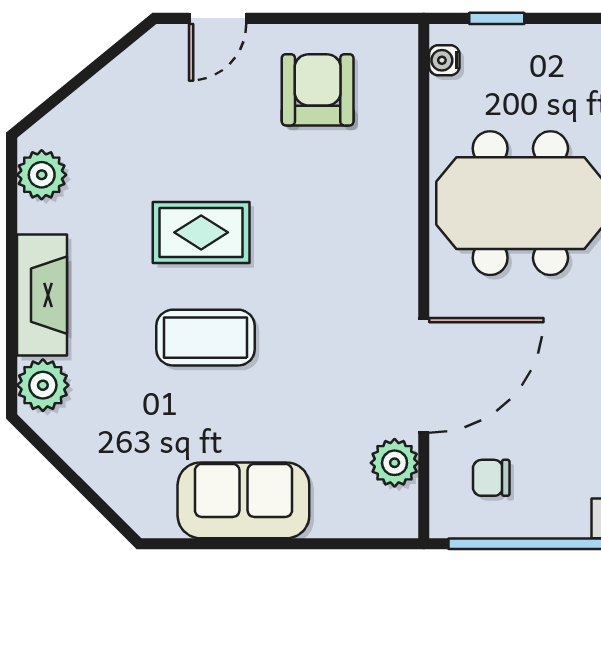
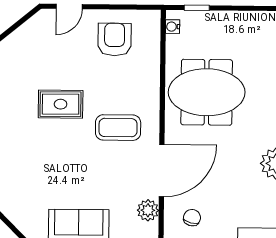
coffee table: (206, 338) -> (118, 128), moved
chair: (491, 478) -> (192, 218), turned 104

